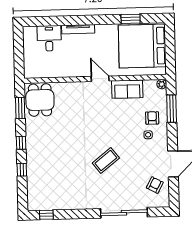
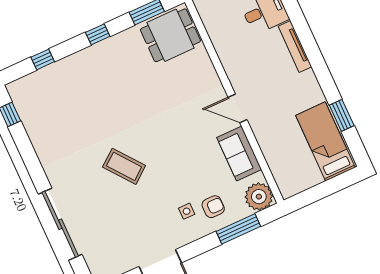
bed: (142, 46) -> (325, 141), width x0.49
door: (100, 79) -> (238, 108), swing flipped
plant: (162, 84) -> (259, 197), width x1.88, depth x1.88
window: (22, 170) -> (43, 59), moved
armchair: (155, 185) -> (119, 251), removed

